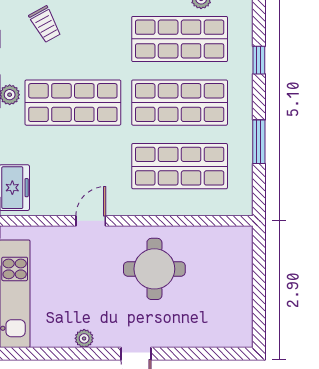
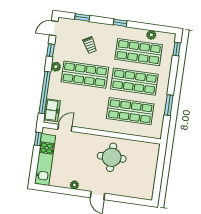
trolley: (45, 24) -> (90, 45), moved
window: (259, 60) -> (177, 49), moved
door: (91, 221) -> (65, 128), moved

